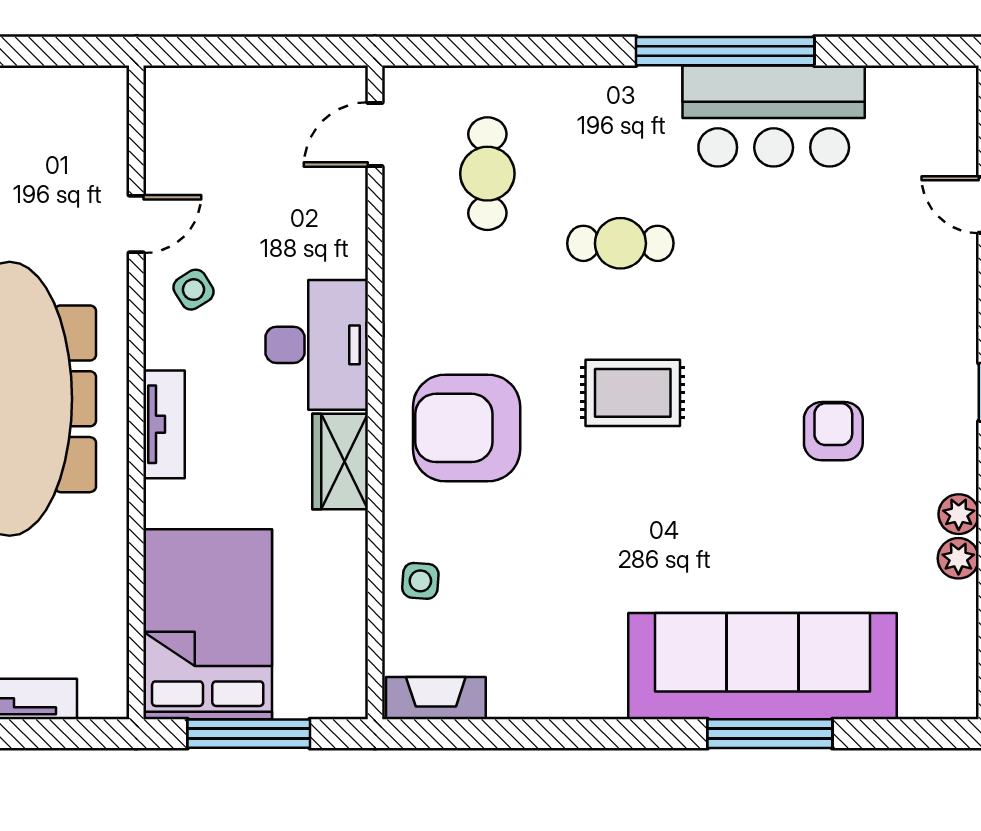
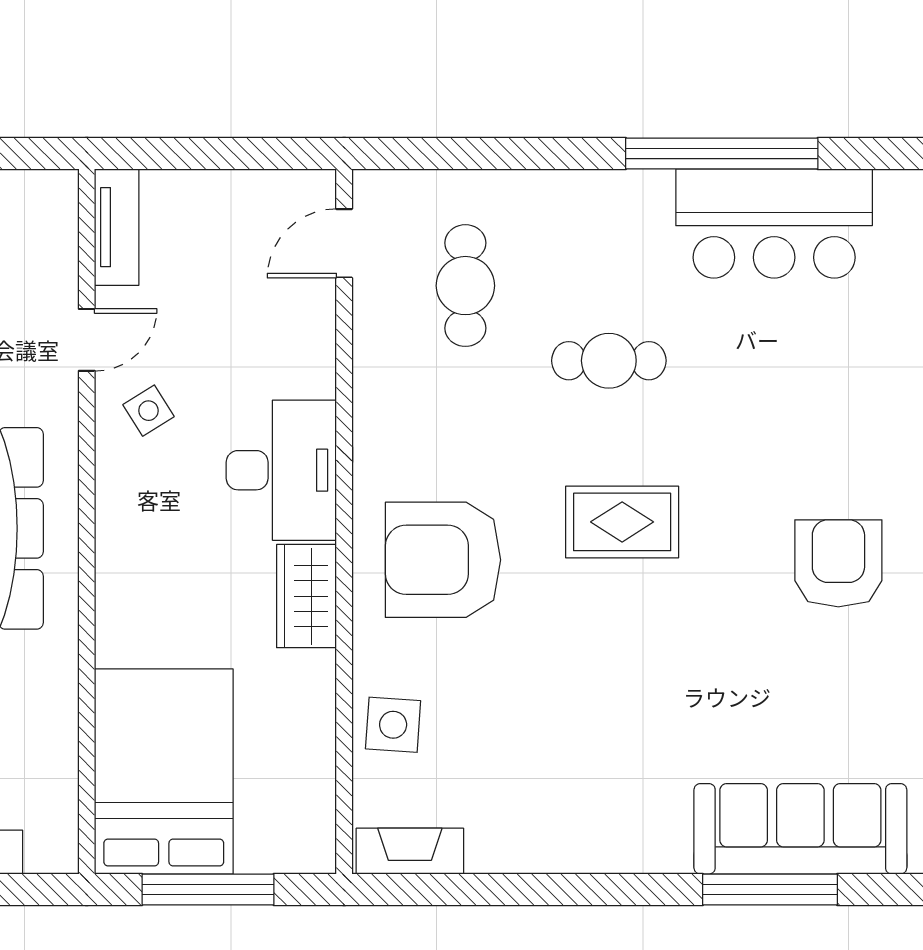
tv unit: (164, 424) -> (117, 227), moved
armchair: (833, 431) -> (838, 563), width x1.38, depth x1.38
side table: (420, 581) -> (393, 725), width x1.37, depth x1.37
sofa: (762, 666) -> (800, 829), width x0.74, depth x0.79

